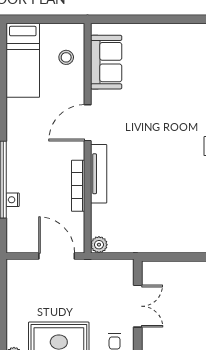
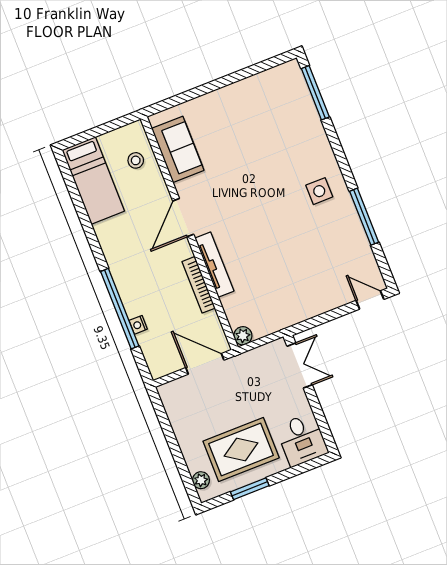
double door: (138, 306) -> (300, 366), moved

